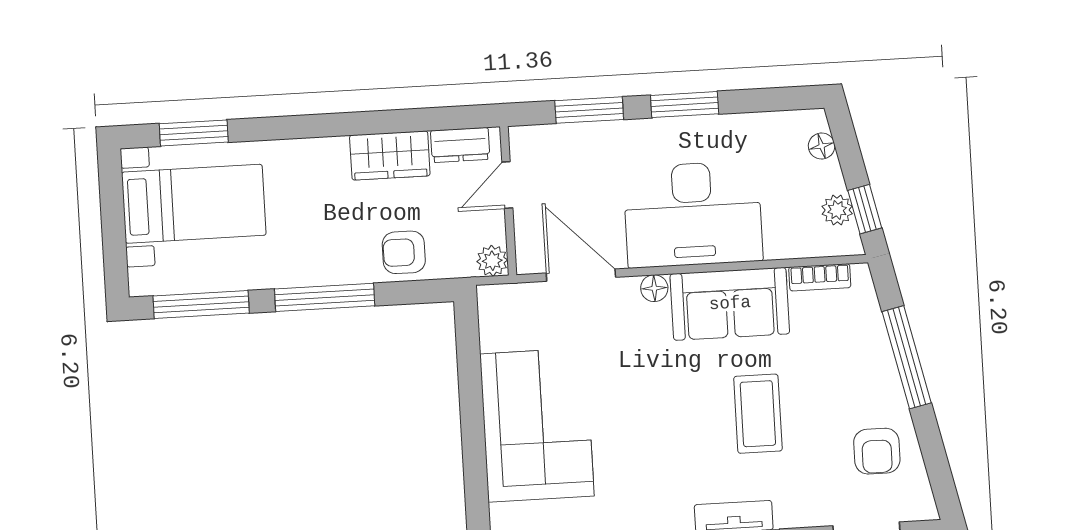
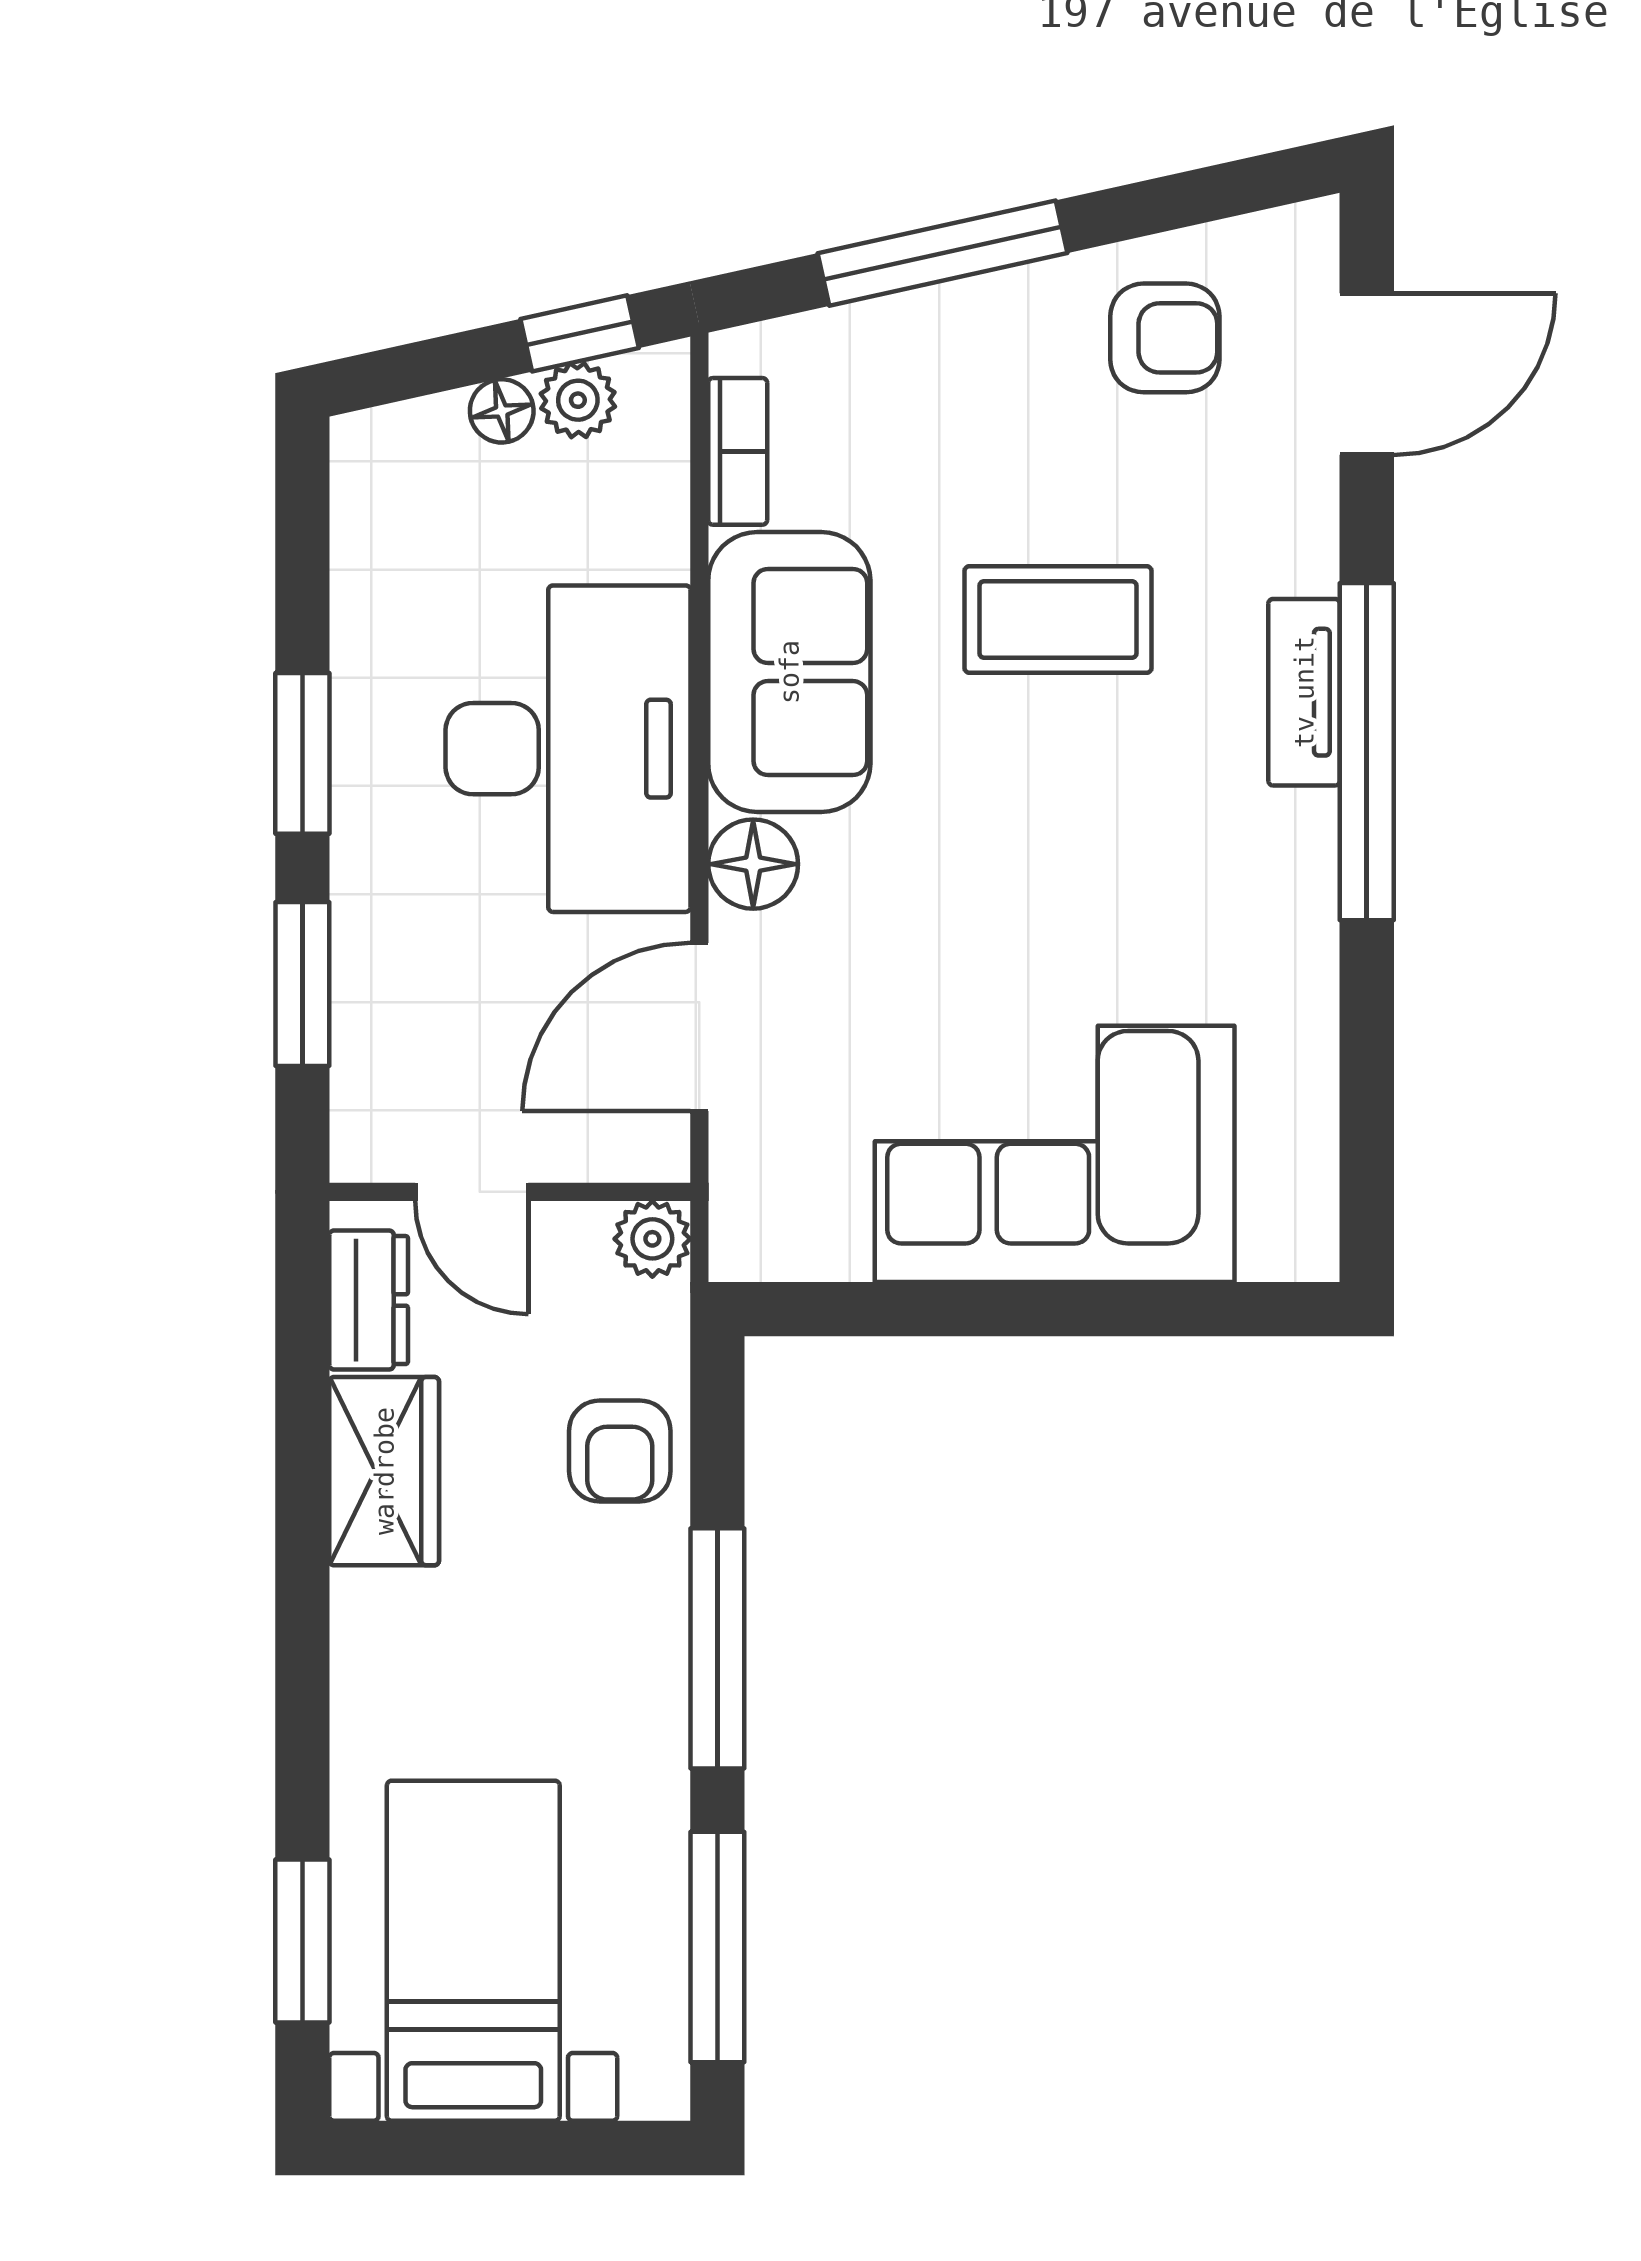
floor lamp: (822, 146) -> (502, 411), moved
floor lamp: (654, 288) -> (753, 864), width x1.37, depth x1.37

